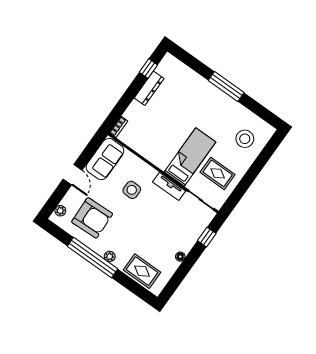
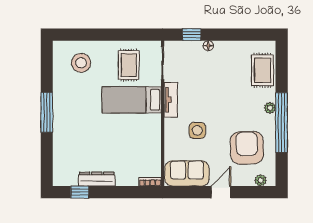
floor lamp: (180, 257) -> (208, 46), moved

